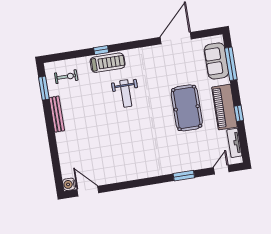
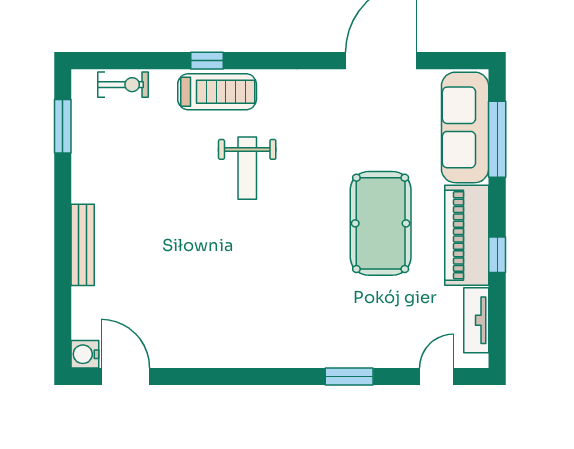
sofa: (216, 61) -> (465, 127), width x1.36
exercise bike: (66, 77) -> (123, 85), moved
bench: (57, 114) -> (83, 245), moved

